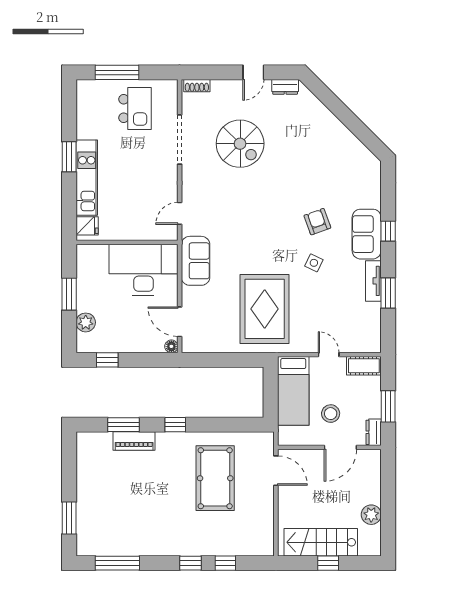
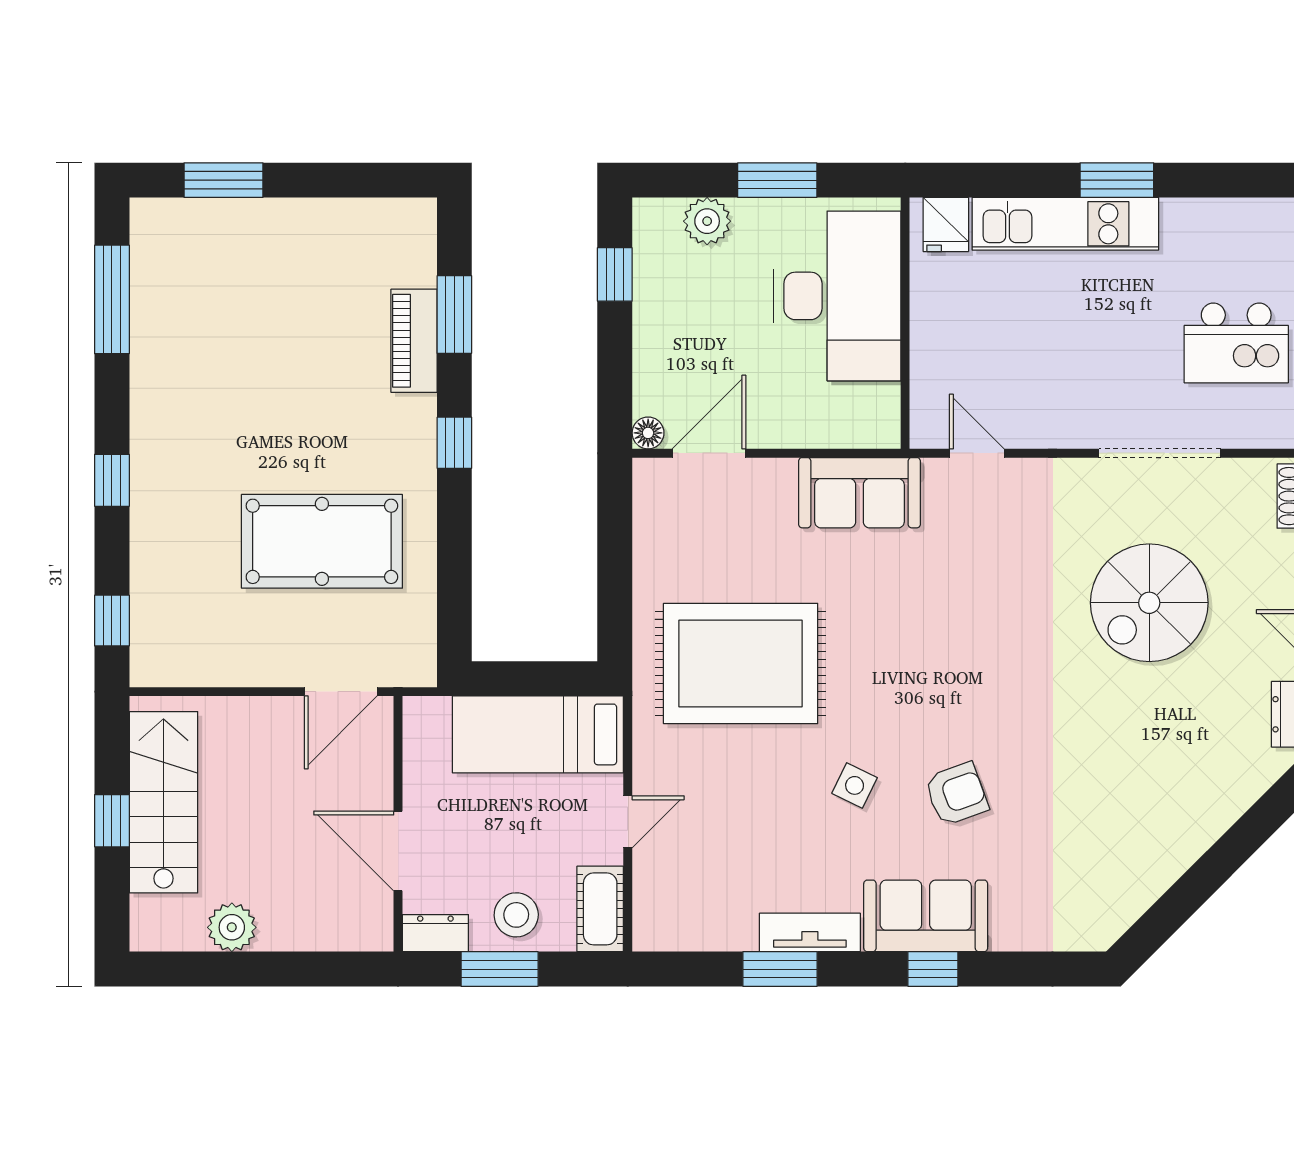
desk: (143, 270) -> (837, 296), moved
stool: (331, 414) -> (516, 915), moved
window: (225, 563) -> (112, 621), moved

